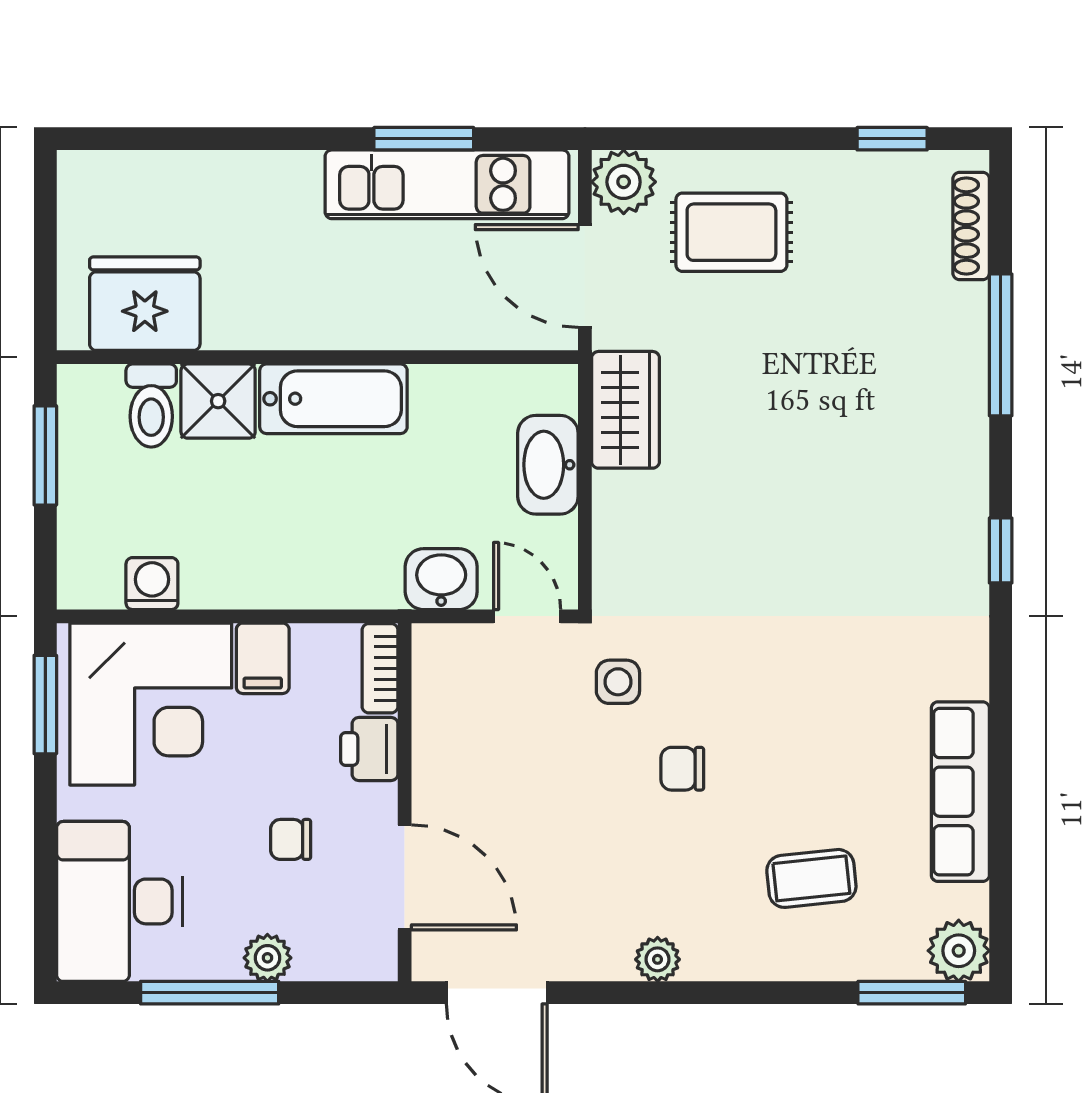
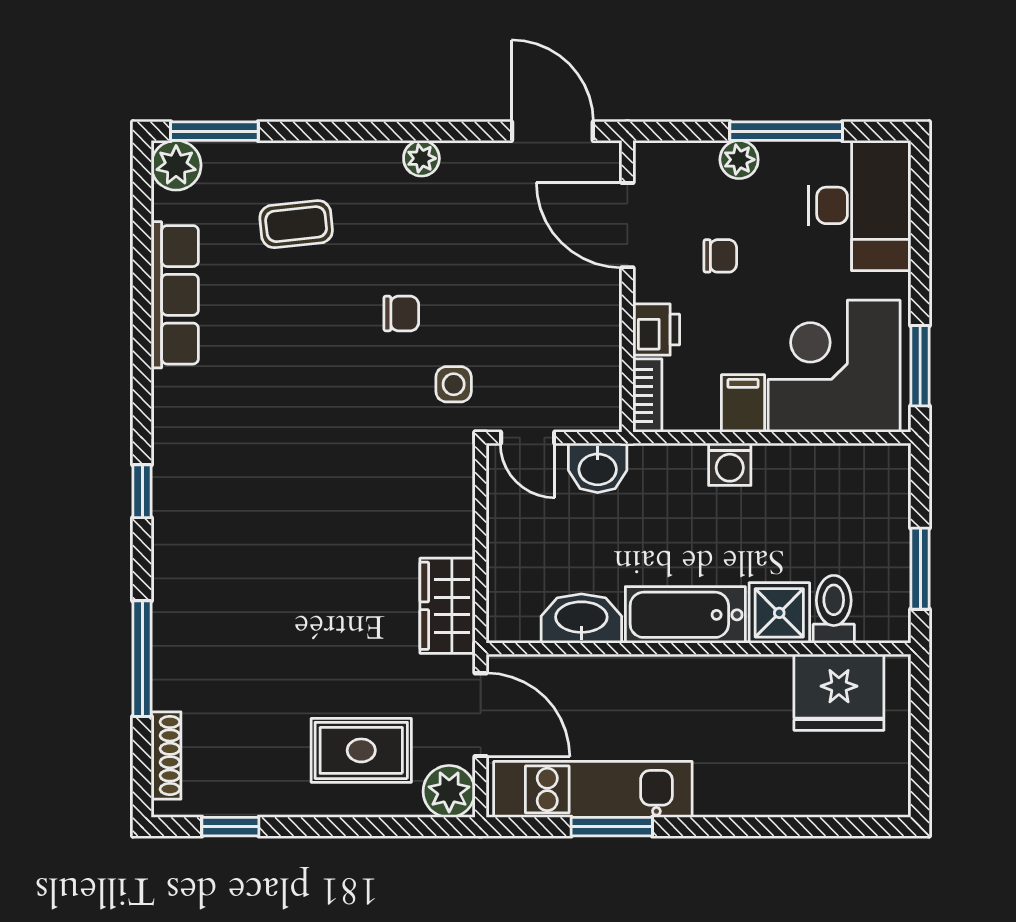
washbasin: (548, 465) -> (581, 619), moved, turned -90
washing machine: (152, 584) -> (730, 464), moved

